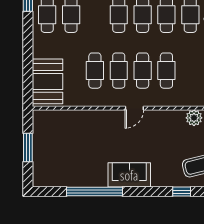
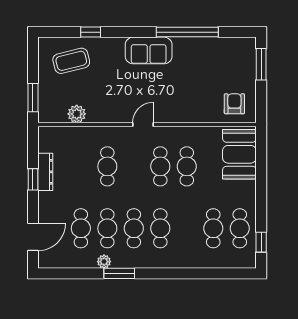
cafe table: (143, 71) -> (134, 166), removed
armchair: (52, 127) -> (234, 104), added
window: (28, 148) -> (261, 64), moved

